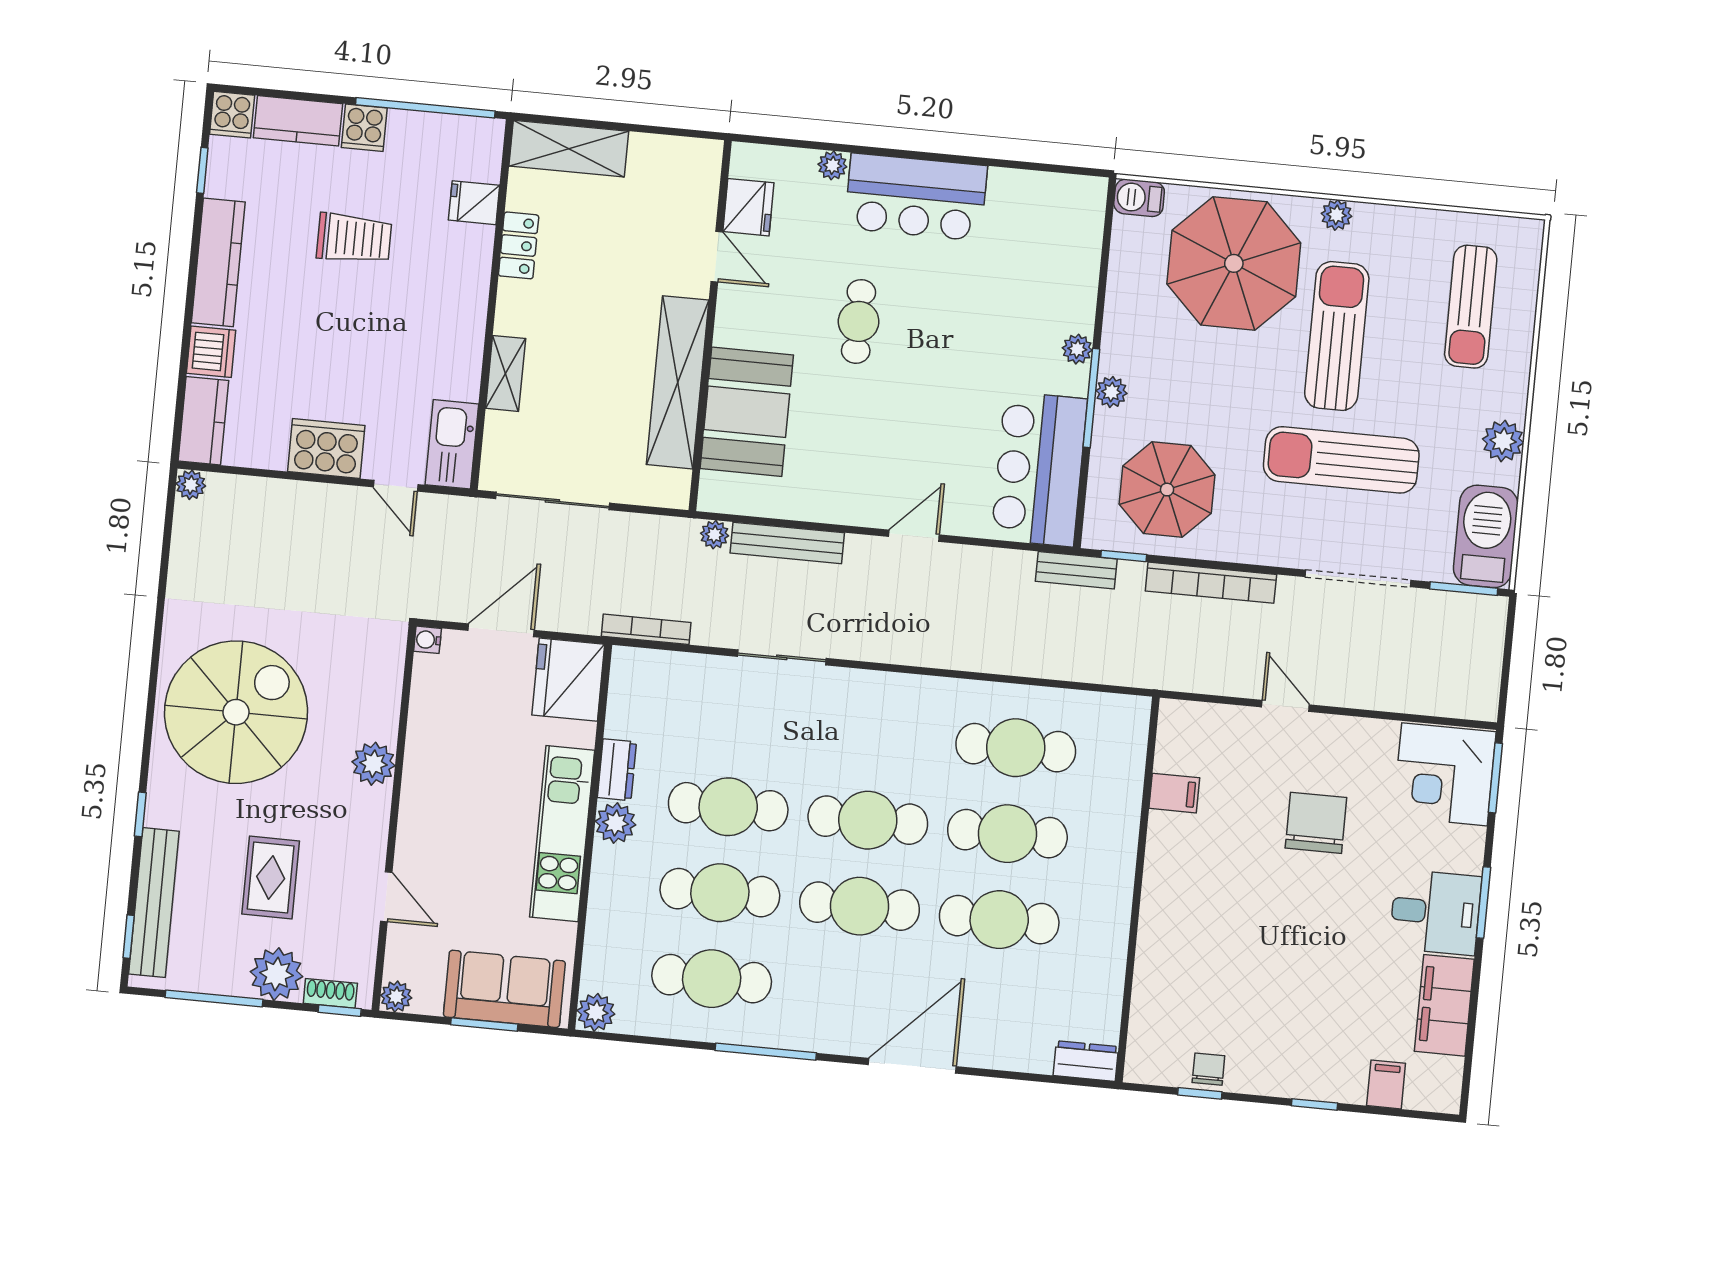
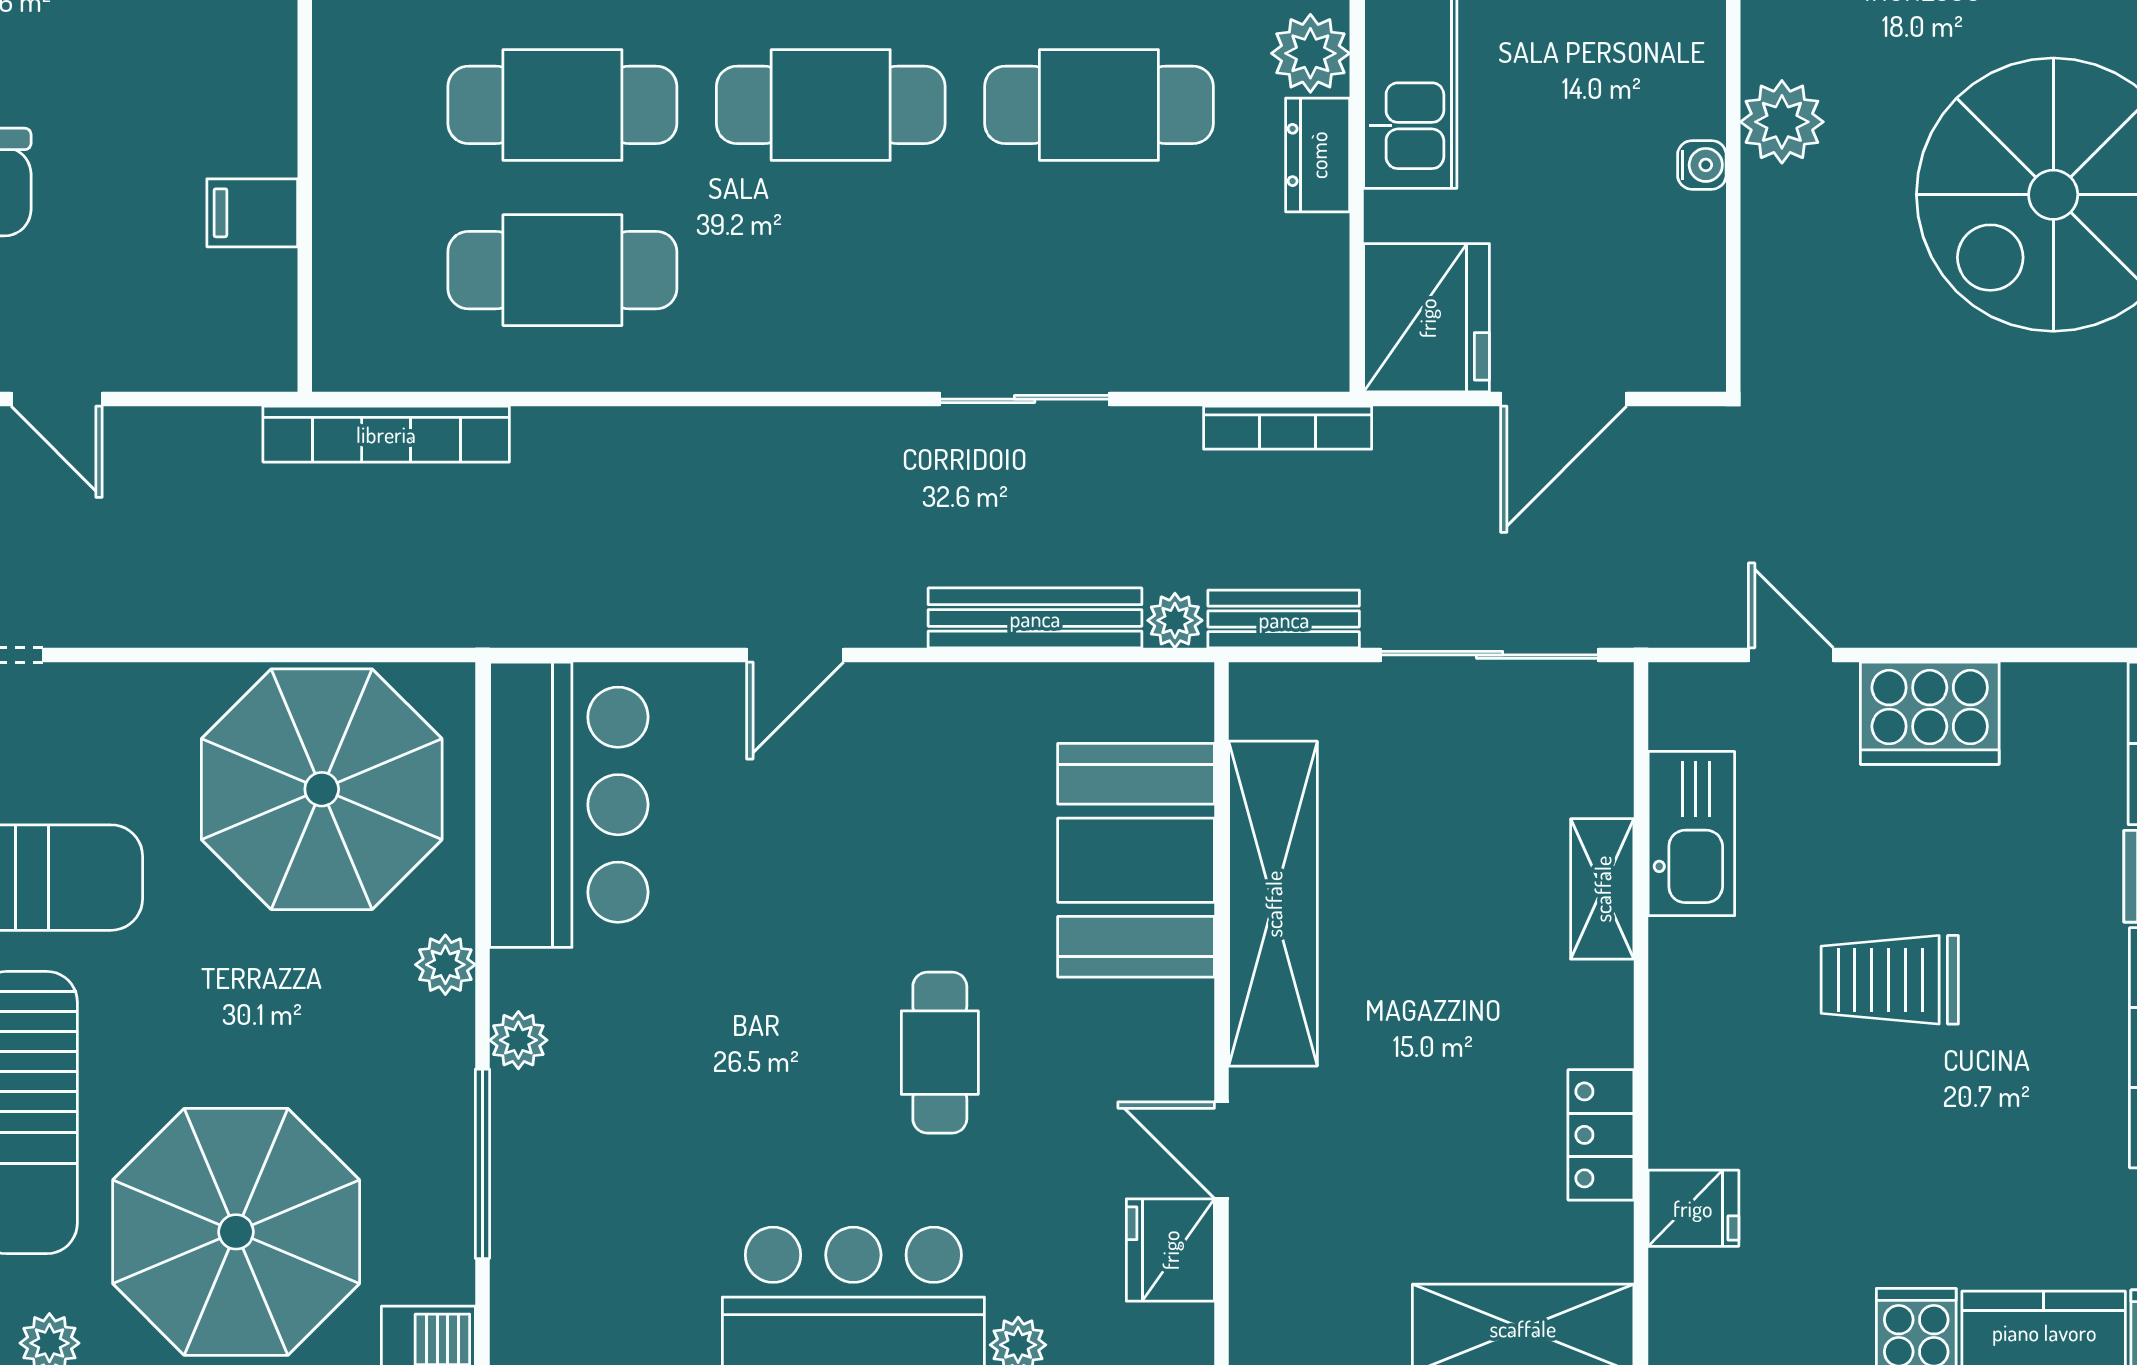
trolley: (354, 238) -> (1890, 980), moved
window: (1091, 398) -> (482, 1164), moved
kitchen sink: (452, 444) -> (1691, 834), moved
parasol: (1167, 490) -> (322, 789), width x1.36, depth x1.36
window: (1124, 556) -> (392, 655), removed
bench: (1076, 570) -> (1284, 619), moved
bookcase: (1211, 583) -> (386, 434), moved, turned 180
water cooler: (428, 640) -> (1702, 165), moved

